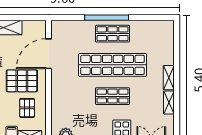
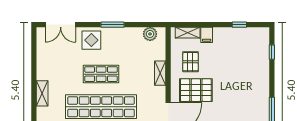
shelving: (169, 102) -> (160, 73), moved

